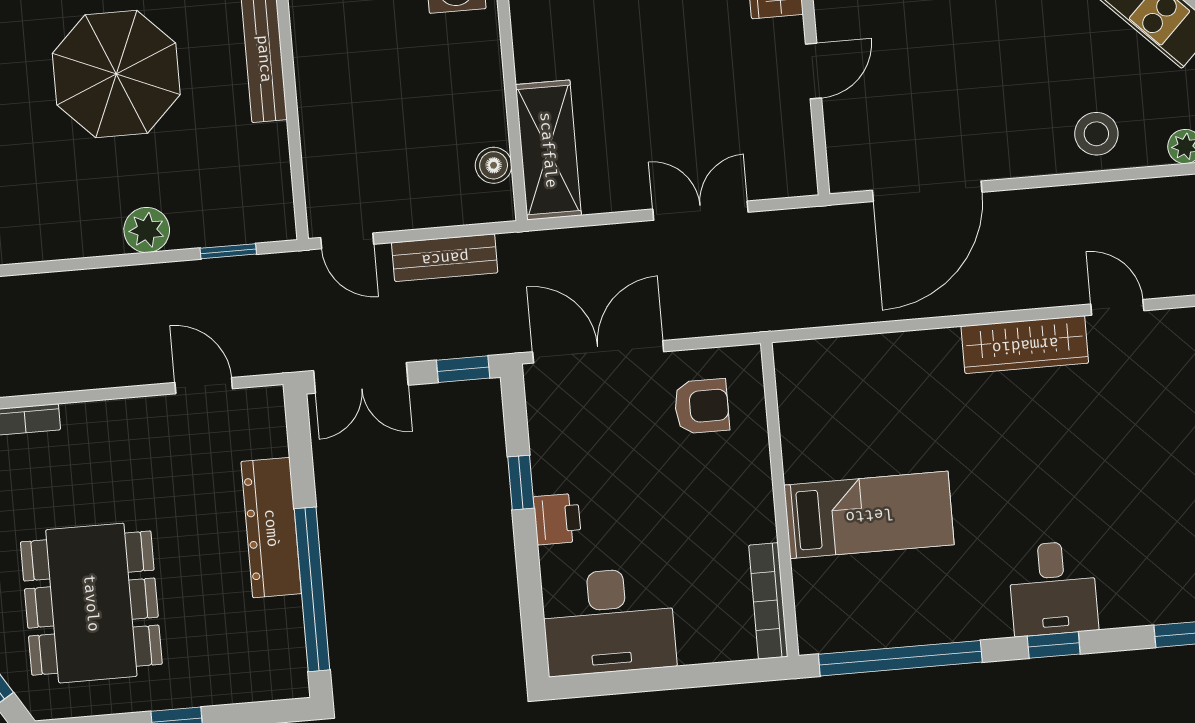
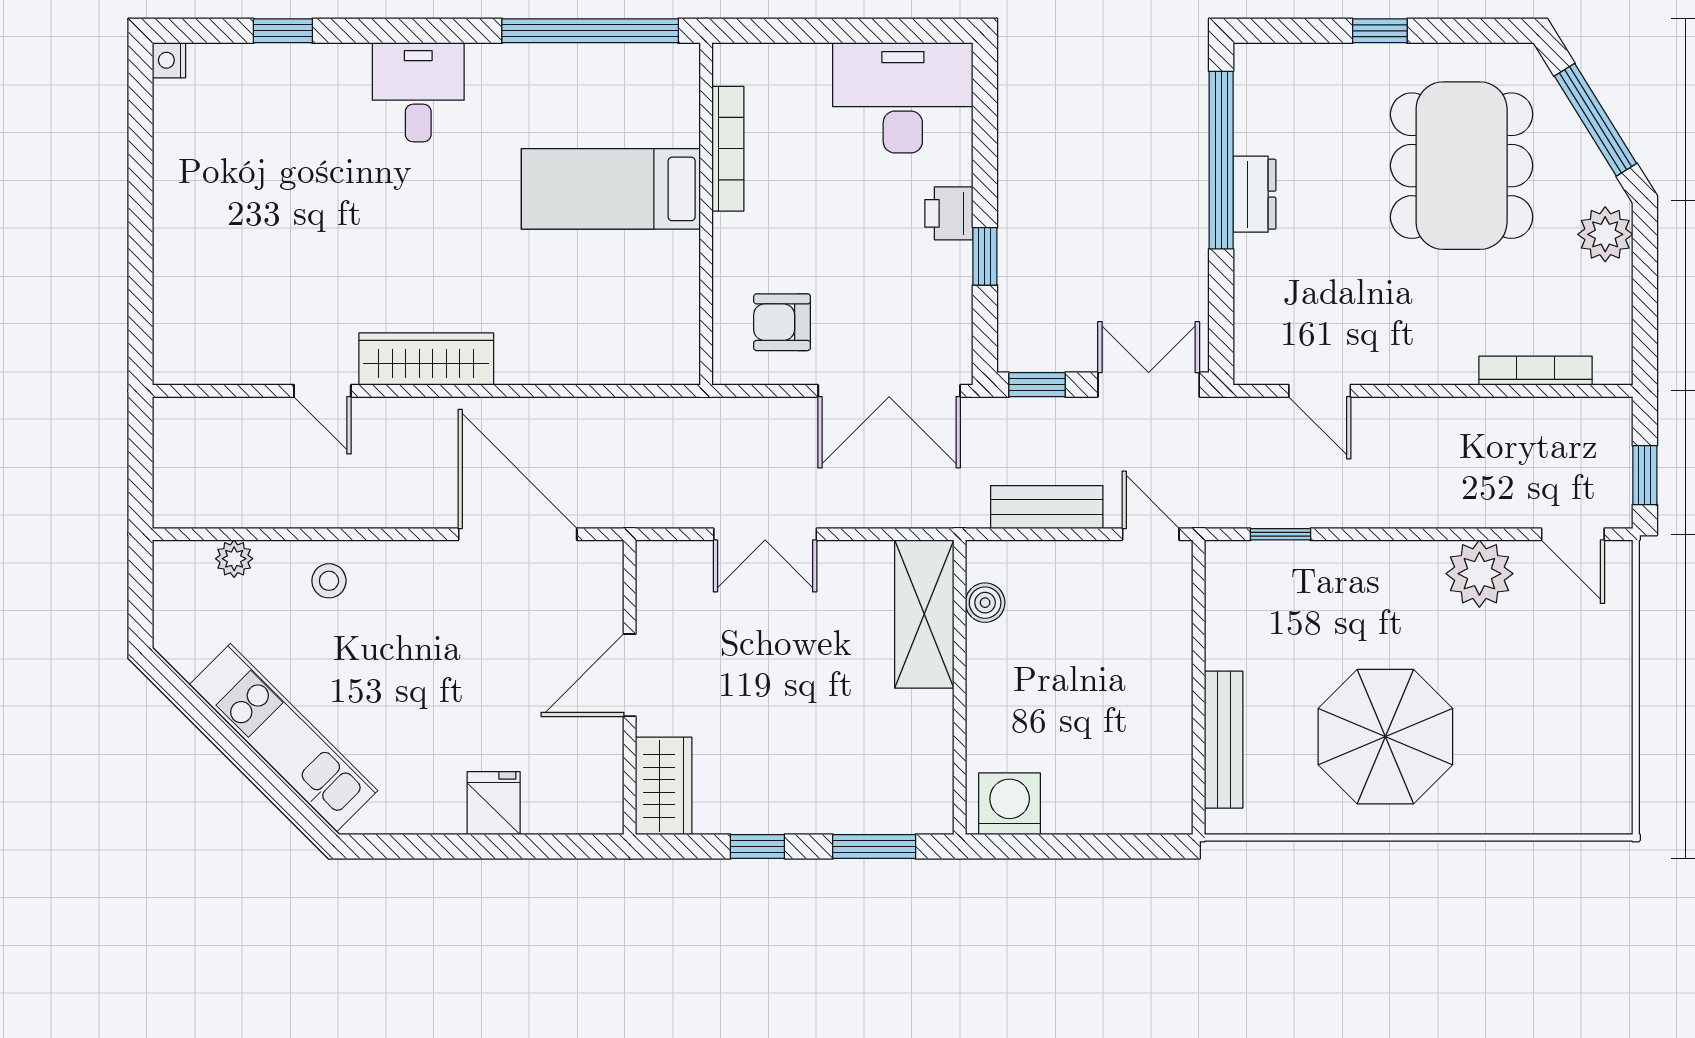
door: (813, 71) -> (630, 675), width x1.38
stool: (1096, 134) -> (329, 581), width x0.73, depth x0.73
door: (927, 191) -> (518, 534), hinge flipped
plant: (147, 230) -> (1479, 574), moved, width x1.36, depth x1.36
dresser: (271, 528) -> (1254, 194), width x0.51, depth x0.80
bookcase: (768, 601) -> (728, 149), moved
window: (1054, 645) -> (423, 31), removed

